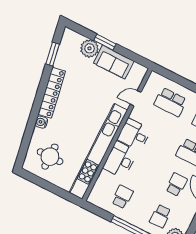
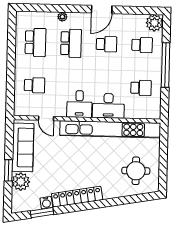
sofa: (114, 62) -> (23, 147), width x1.36
school desk: (170, 102) -> (34, 85), width x0.54
water cooler: (41, 122) -> (46, 203), moved
school desk: (176, 185) -> (107, 44), turned 180
school desk: (122, 197) -> (141, 88), turned 180

